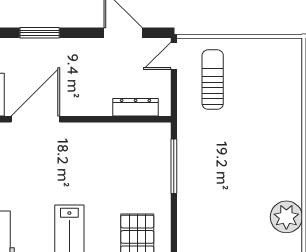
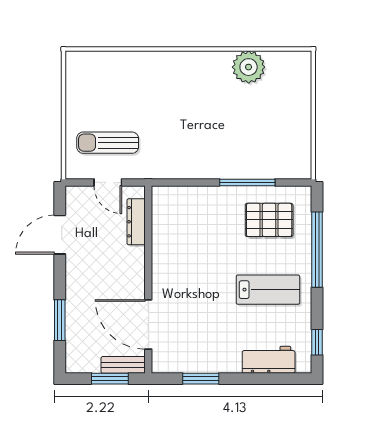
door: (174, 56) -> (108, 182), moved
window: (174, 166) -> (247, 182), moved

